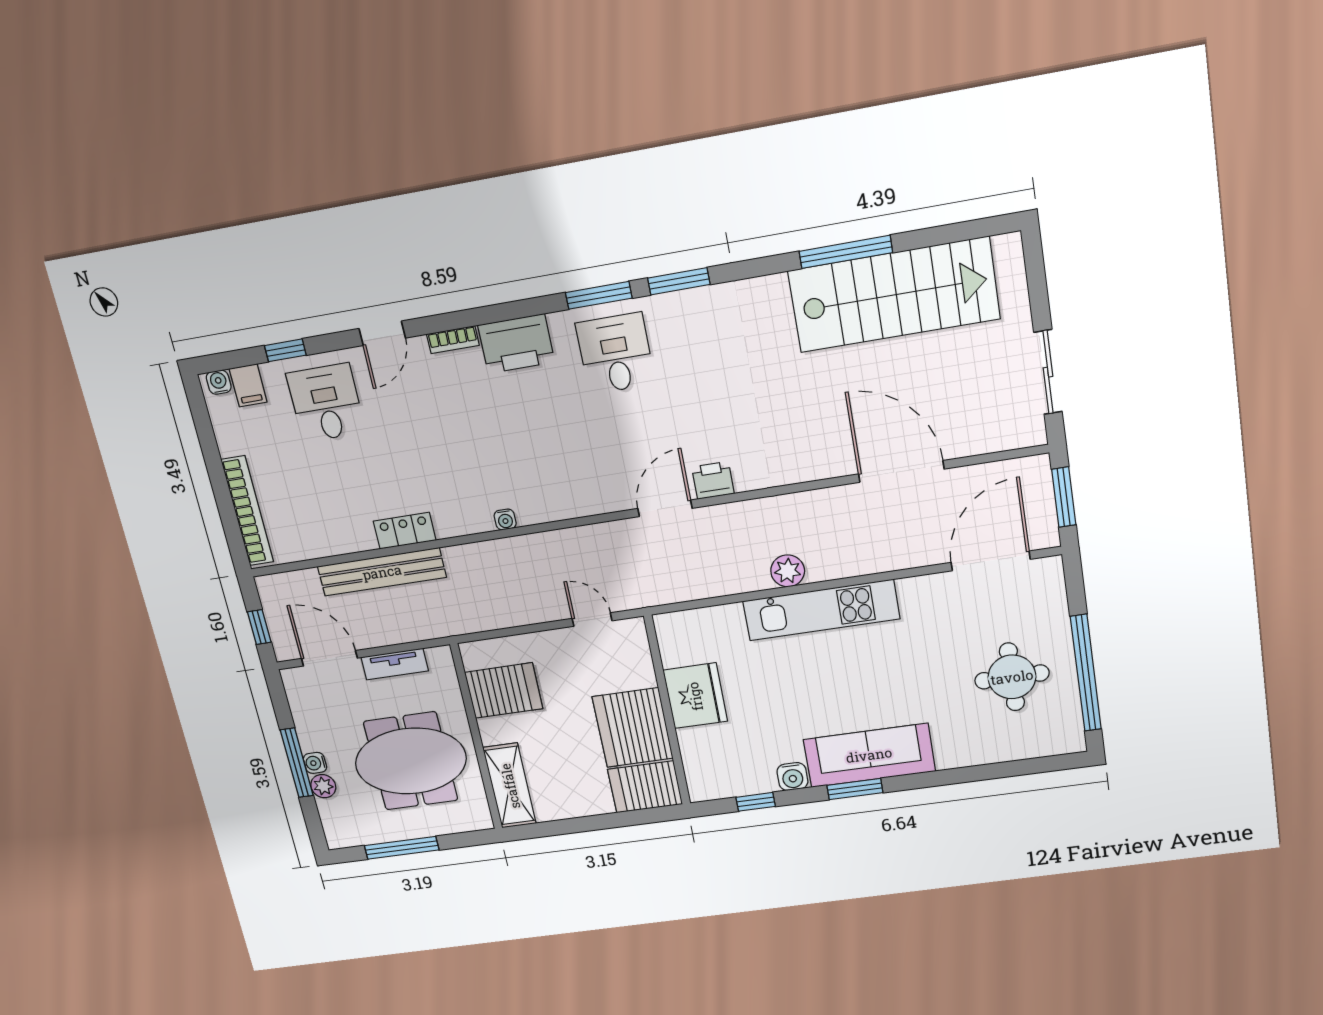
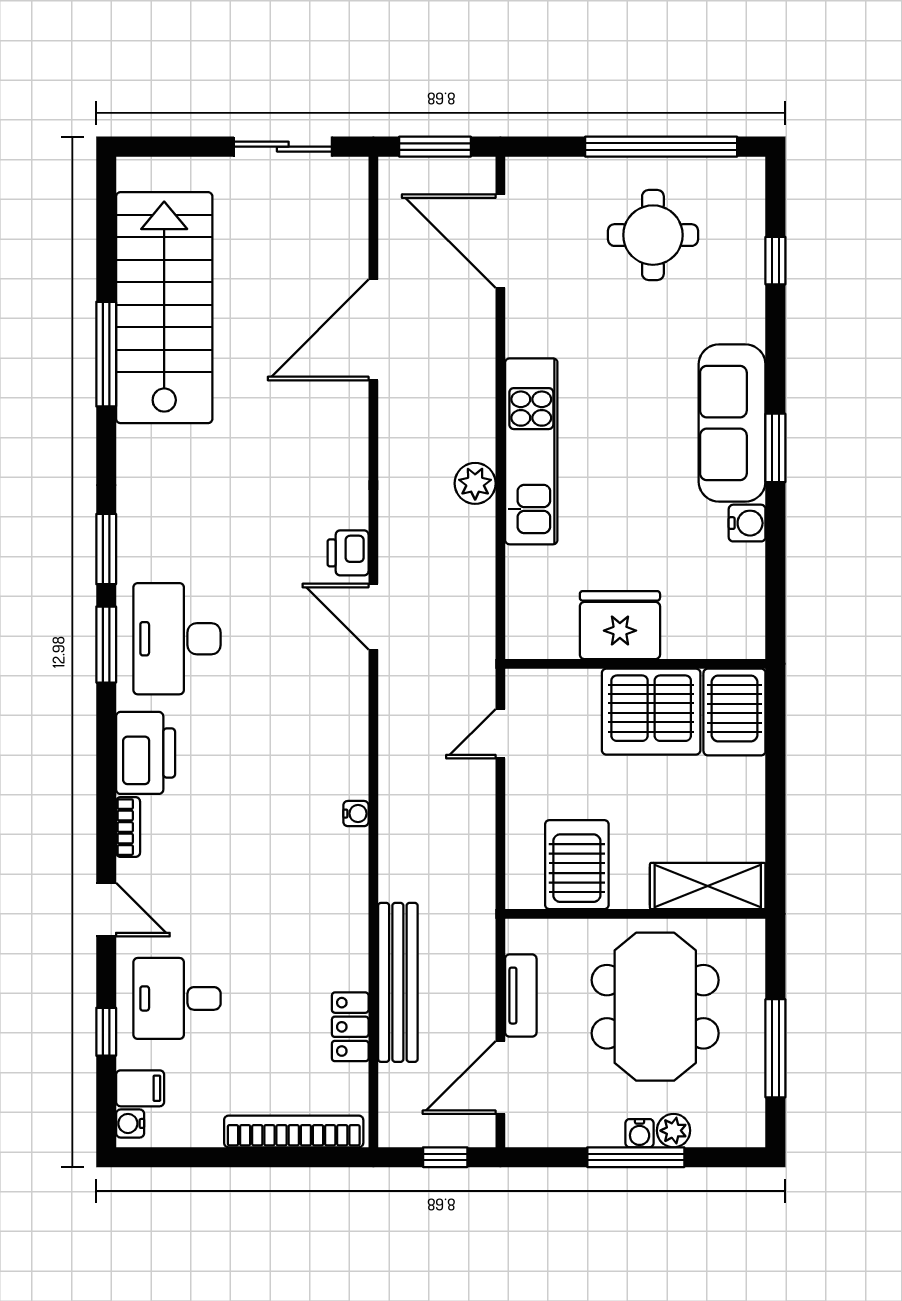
desk: (615, 353) -> (177, 639), width x1.37
locker: (405, 531) -> (350, 1027), moved
window: (756, 802) -> (775, 261), moved

